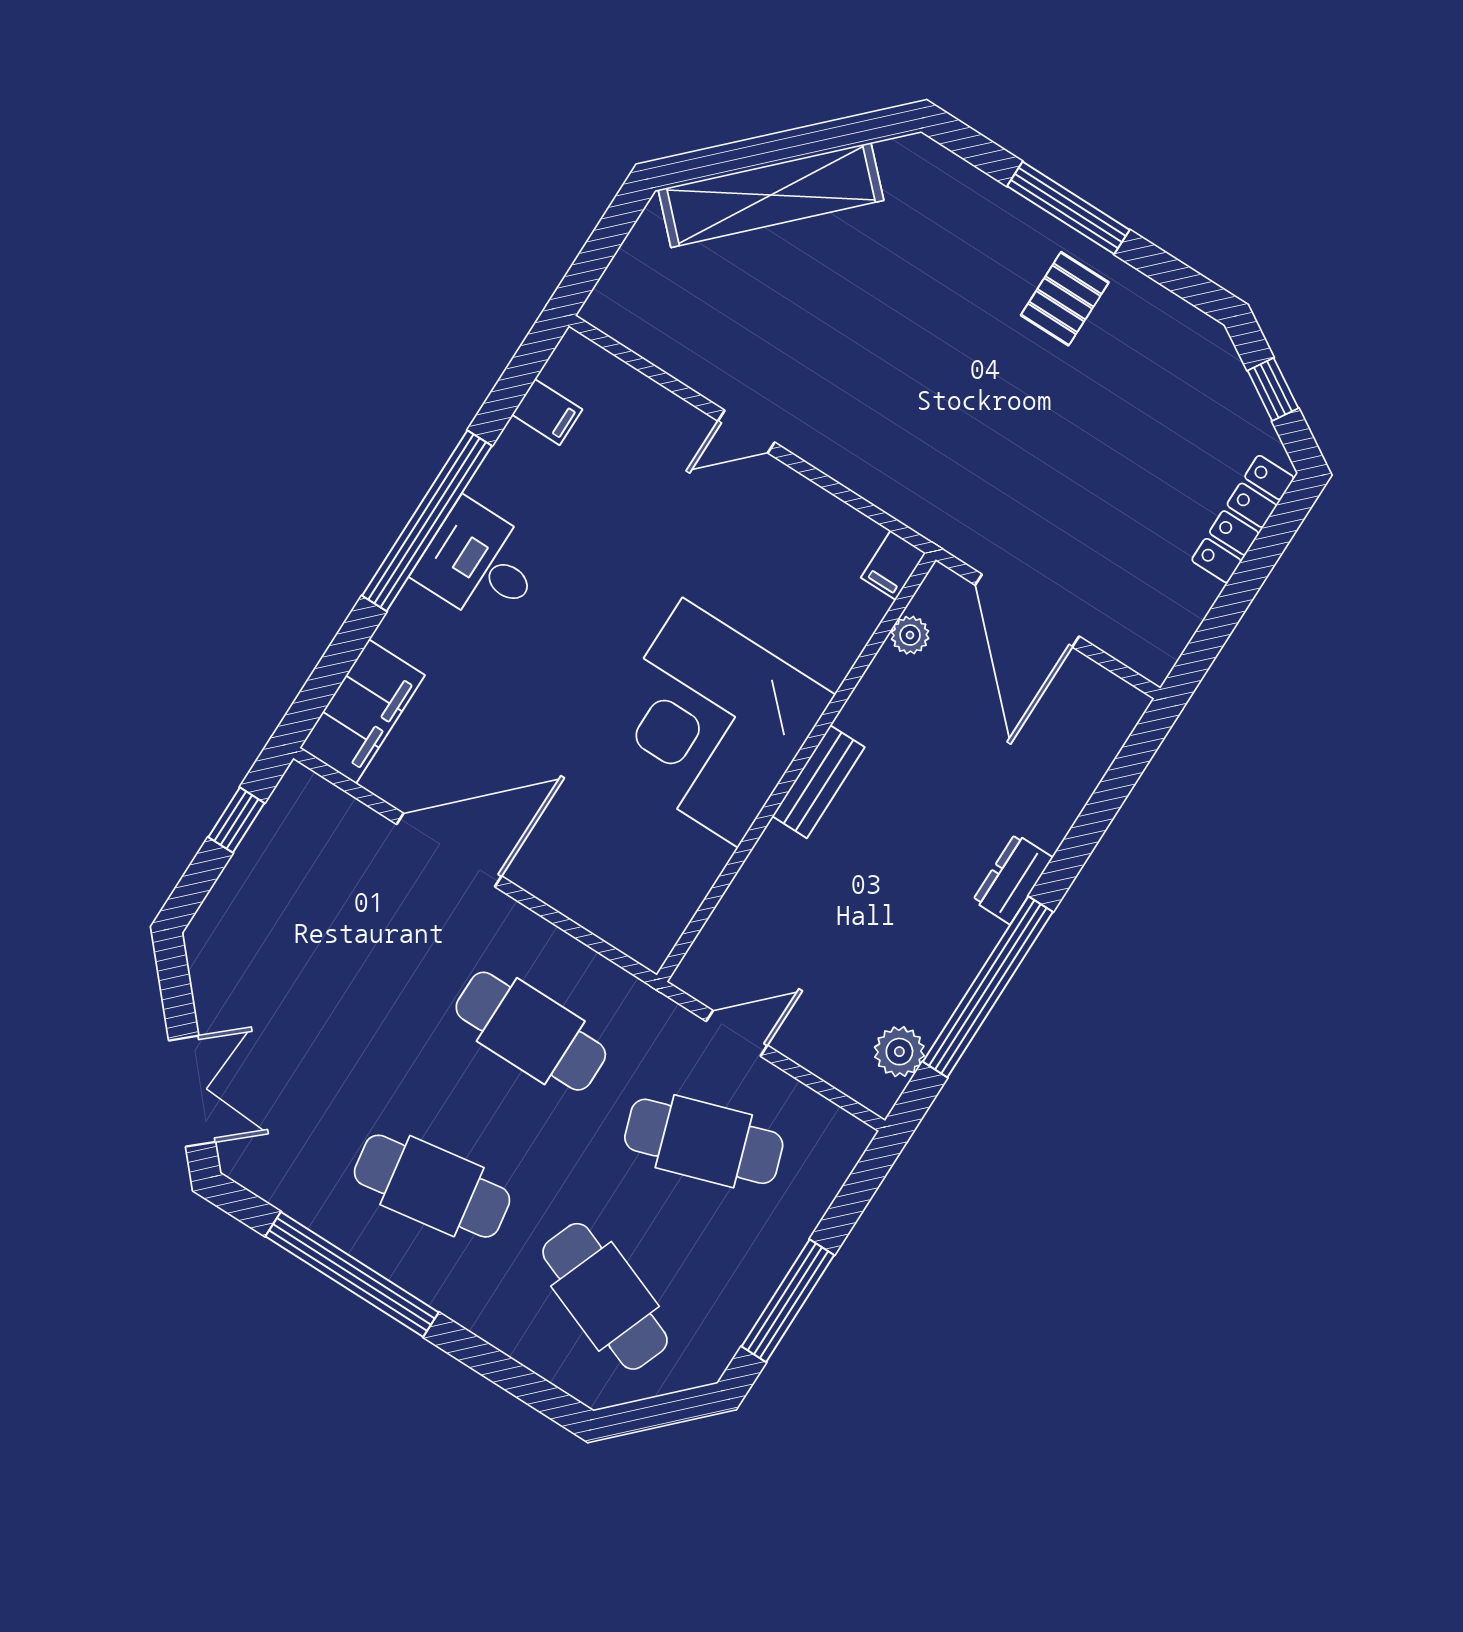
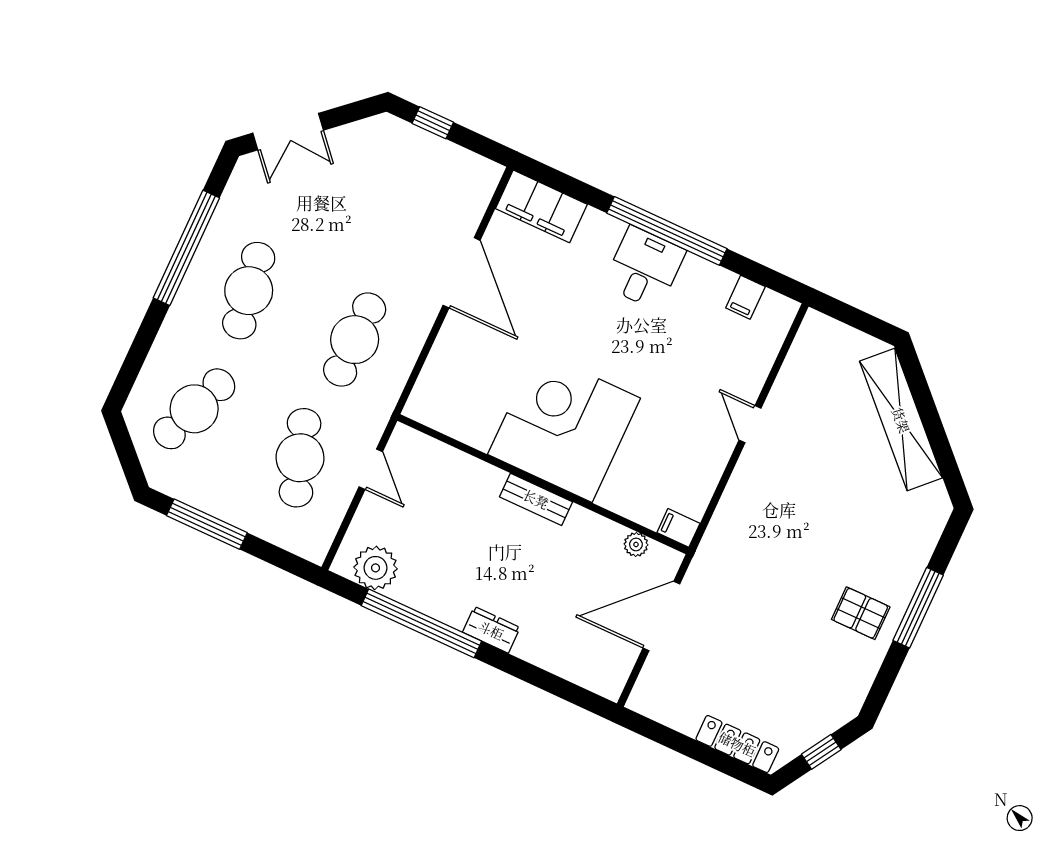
window: (236, 820) -> (433, 123), moved
plant: (899, 1052) -> (376, 568), width x1.36, depth x1.36

